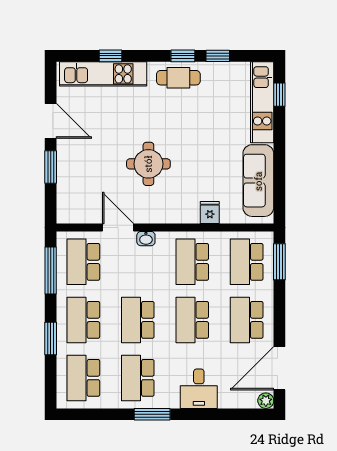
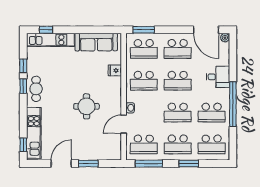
window: (110, 56) -> (23, 145), moved
window: (152, 414) -> (233, 104), width x2.11

